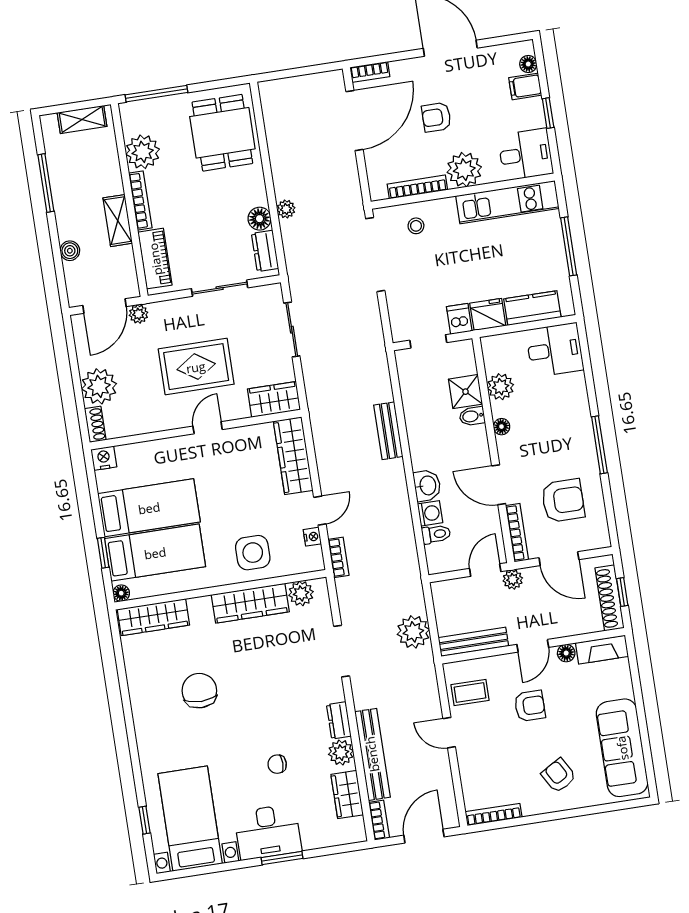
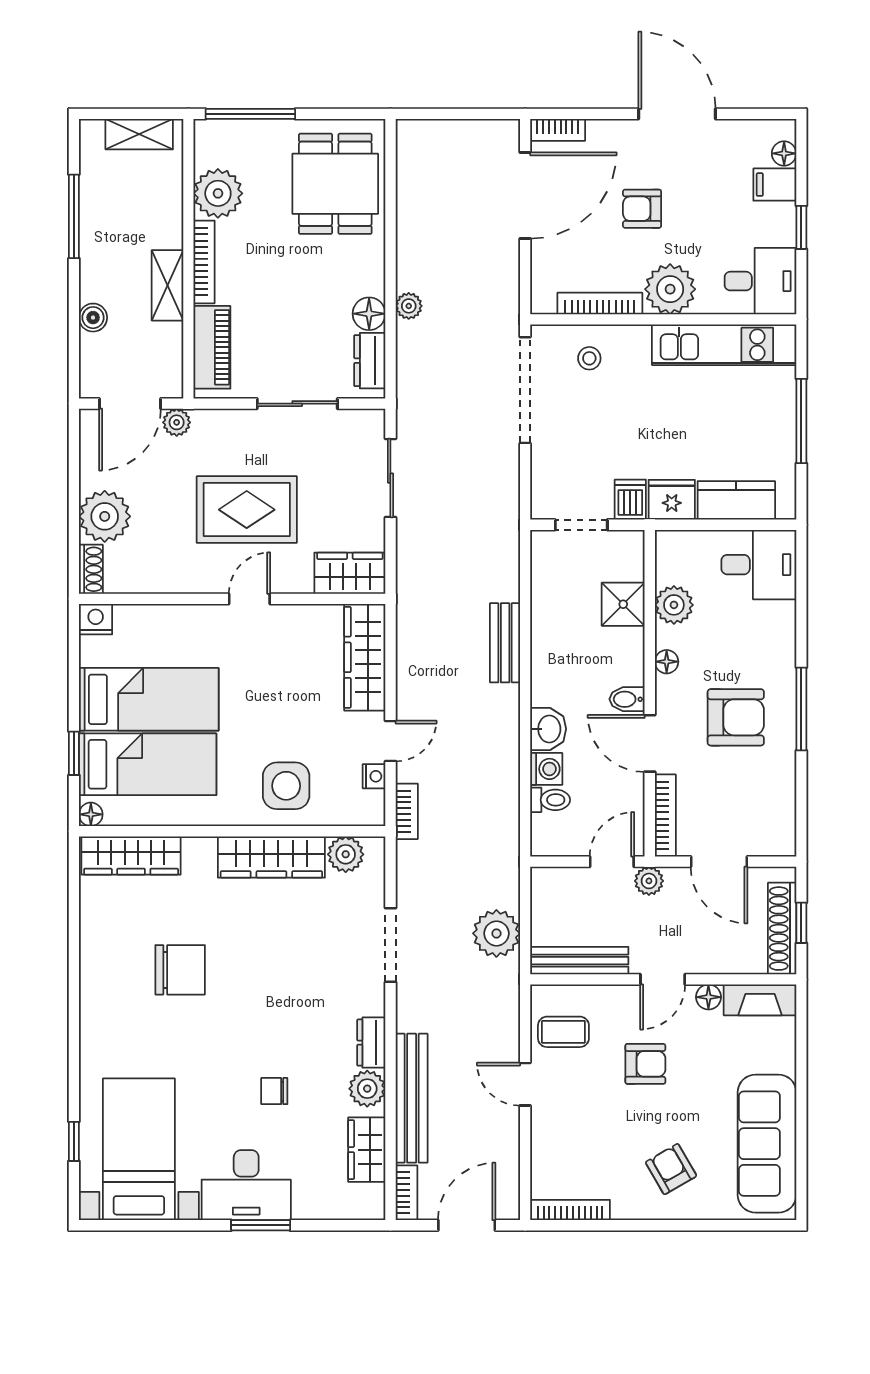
bidet: (472, 416) -> (627, 699), moved
armchair: (563, 501) -> (736, 717), moved
chair: (199, 691) -> (180, 970), turned 90

